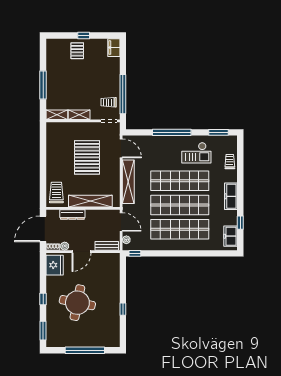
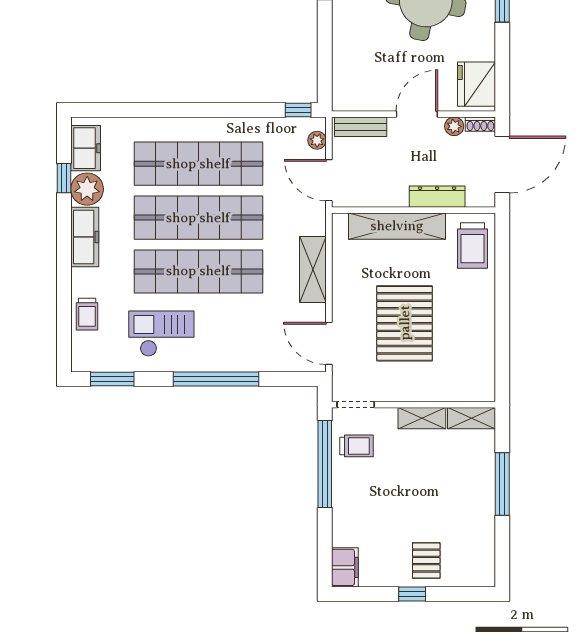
shelving: (128, 182) -> (313, 269), width x0.68
plant: (230, 218) -> (87, 189), added

